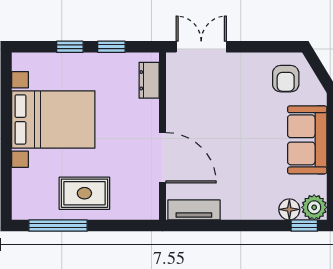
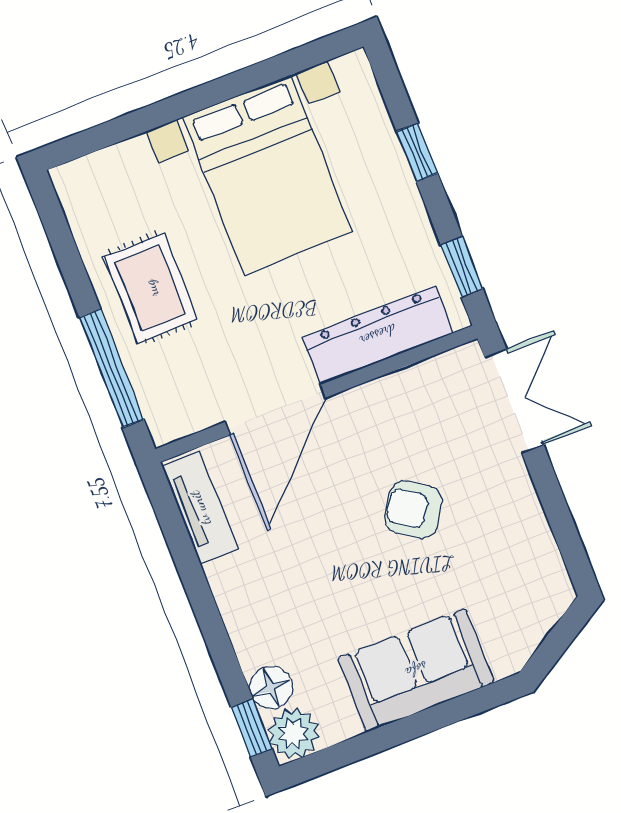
window: (111, 47) -> (462, 267), moved
armchair: (286, 79) -> (413, 509), moved, turned 33
dresser: (149, 80) -> (378, 335), width x1.96, depth x1.24
window: (58, 226) -> (111, 368), moved

